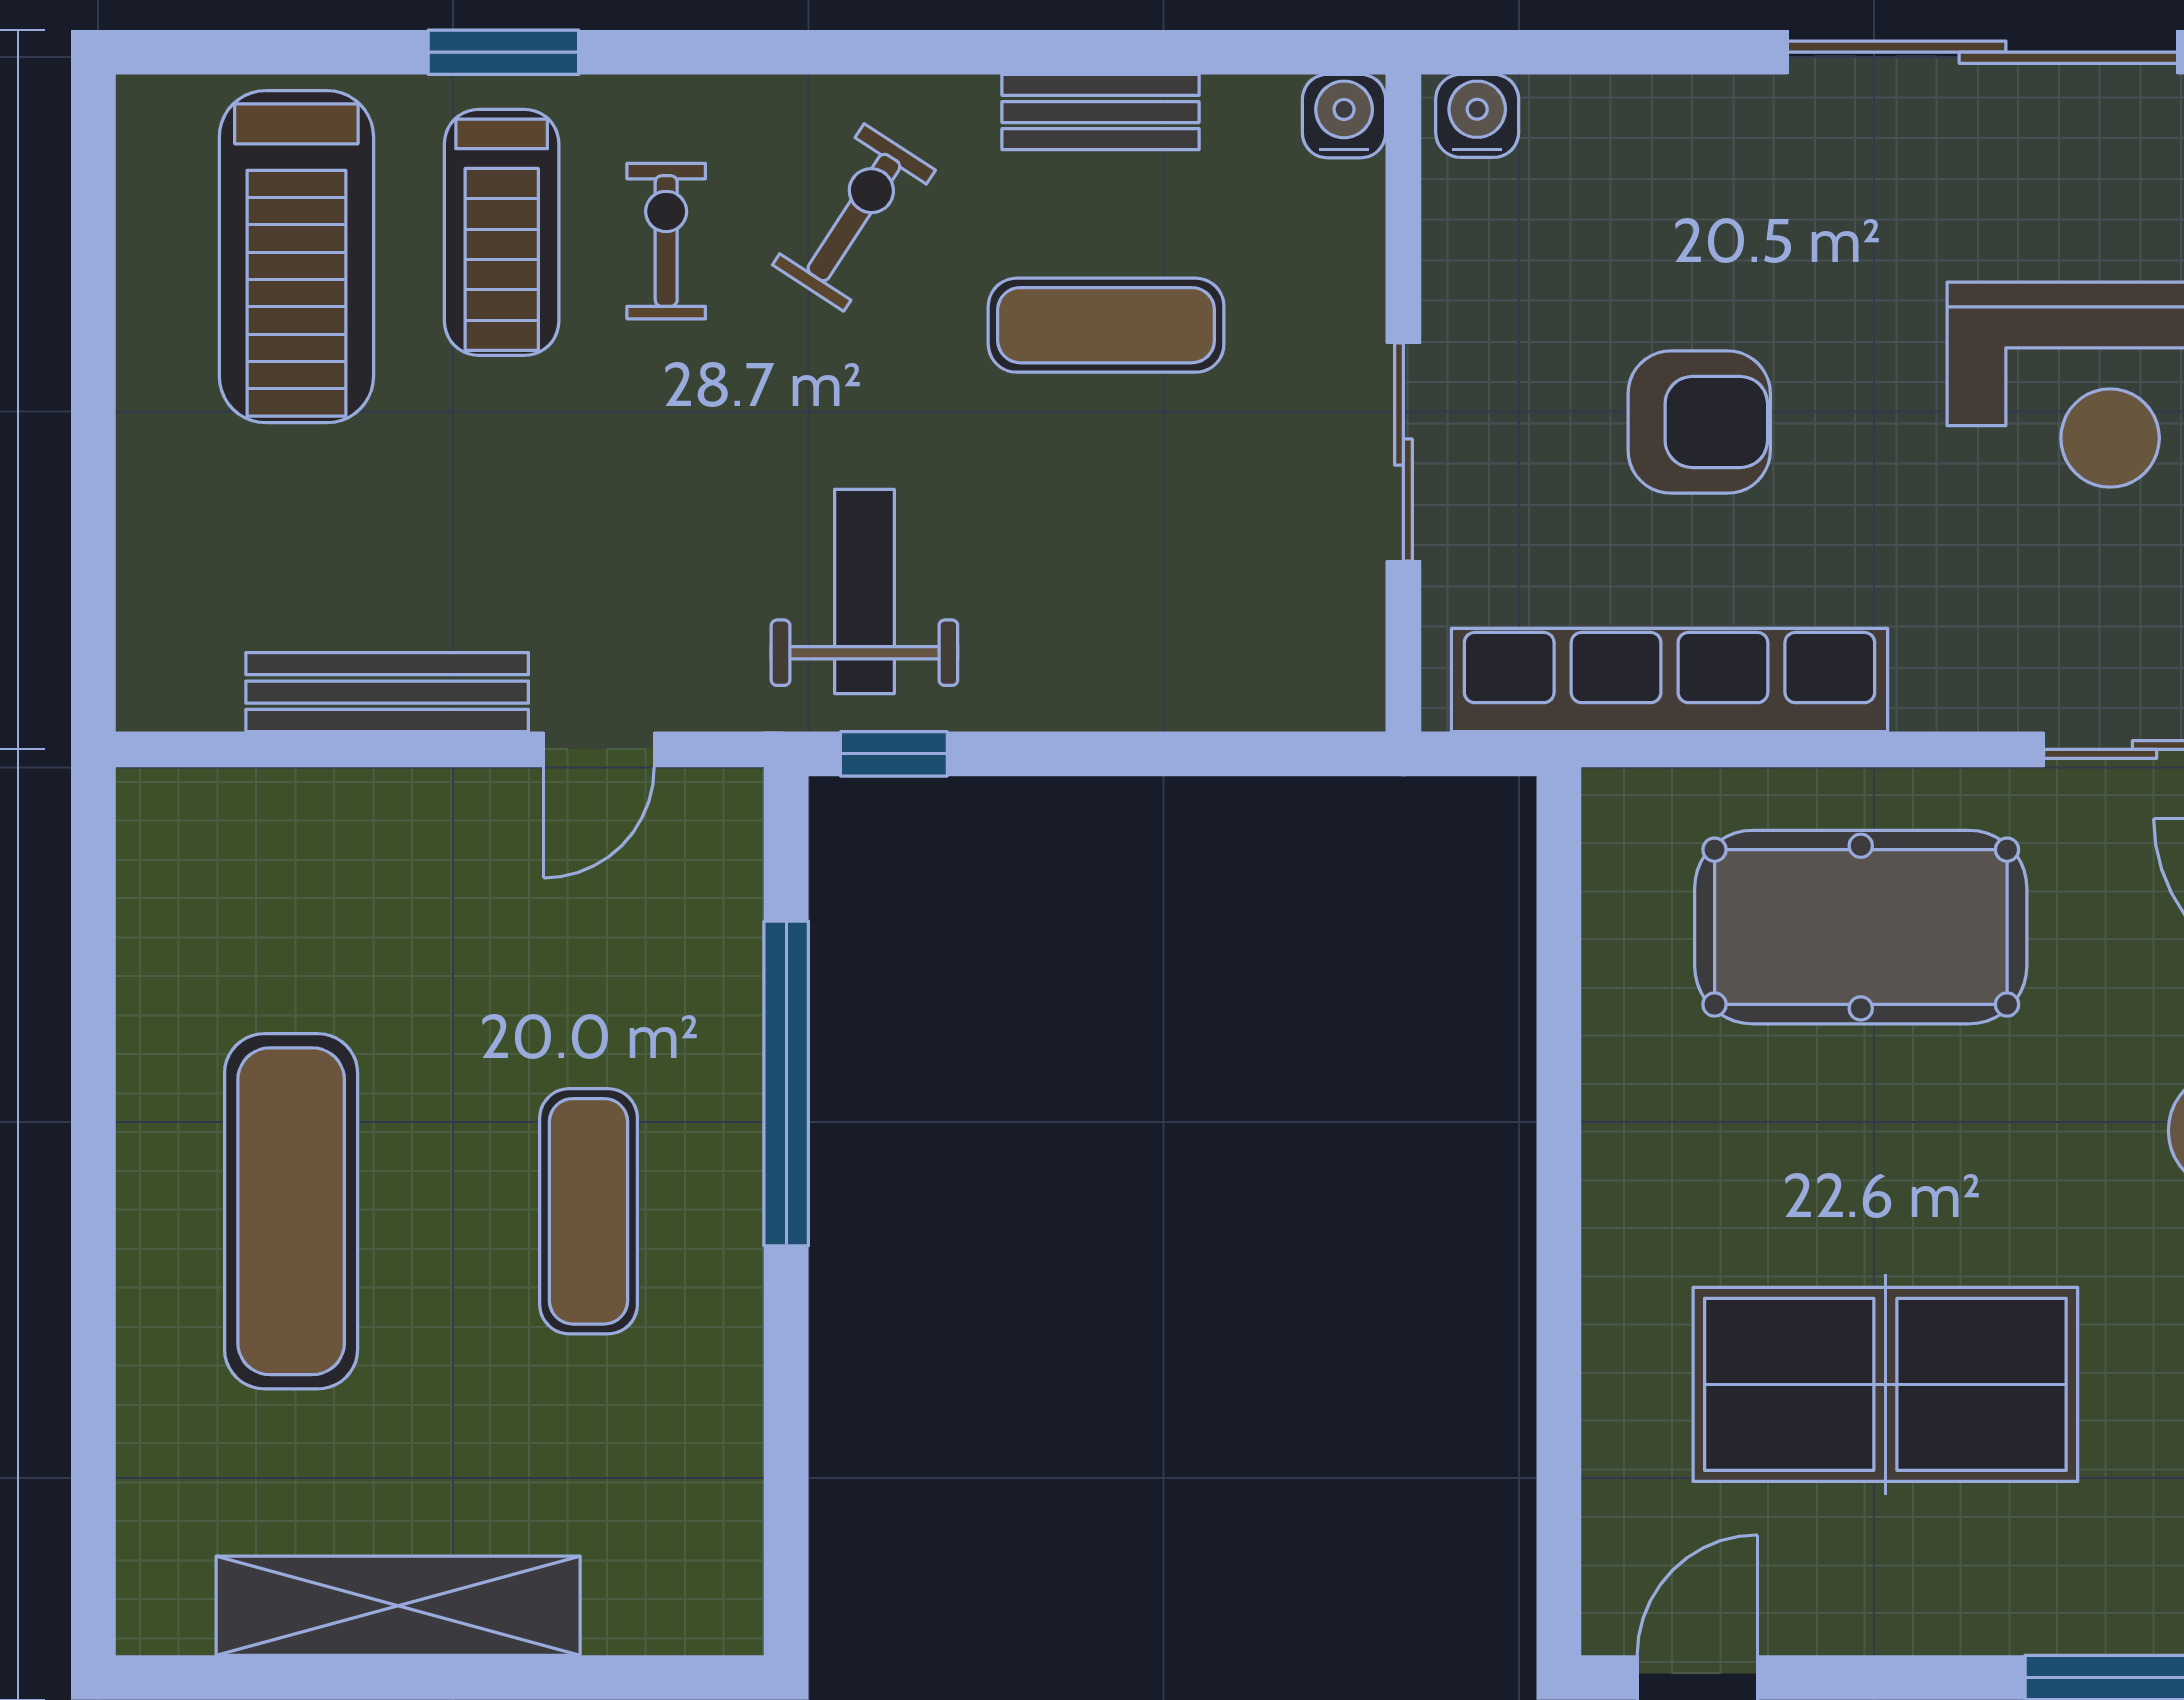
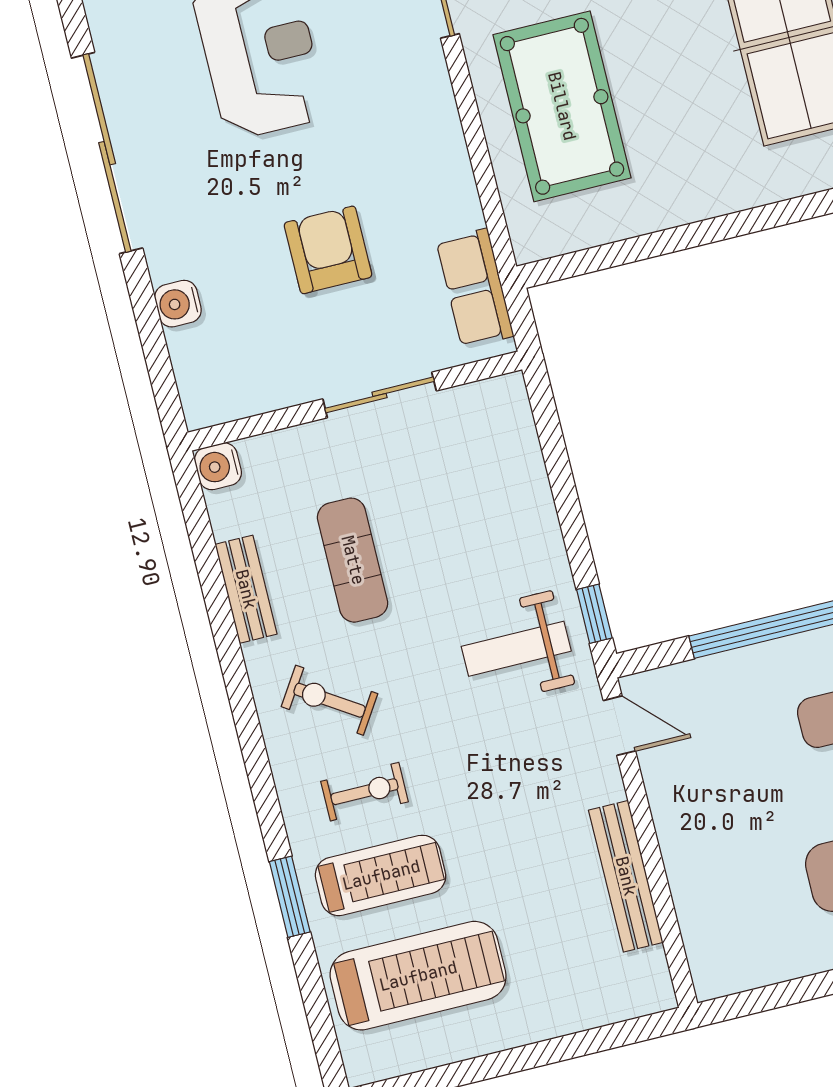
water cooler: (1477, 116) -> (178, 304), moved
exercise bike: (666, 241) -> (365, 792), turned 180
row of seats: (1670, 680) -> (475, 288), width x0.50
door: (599, 749) -> (619, 726), moved

